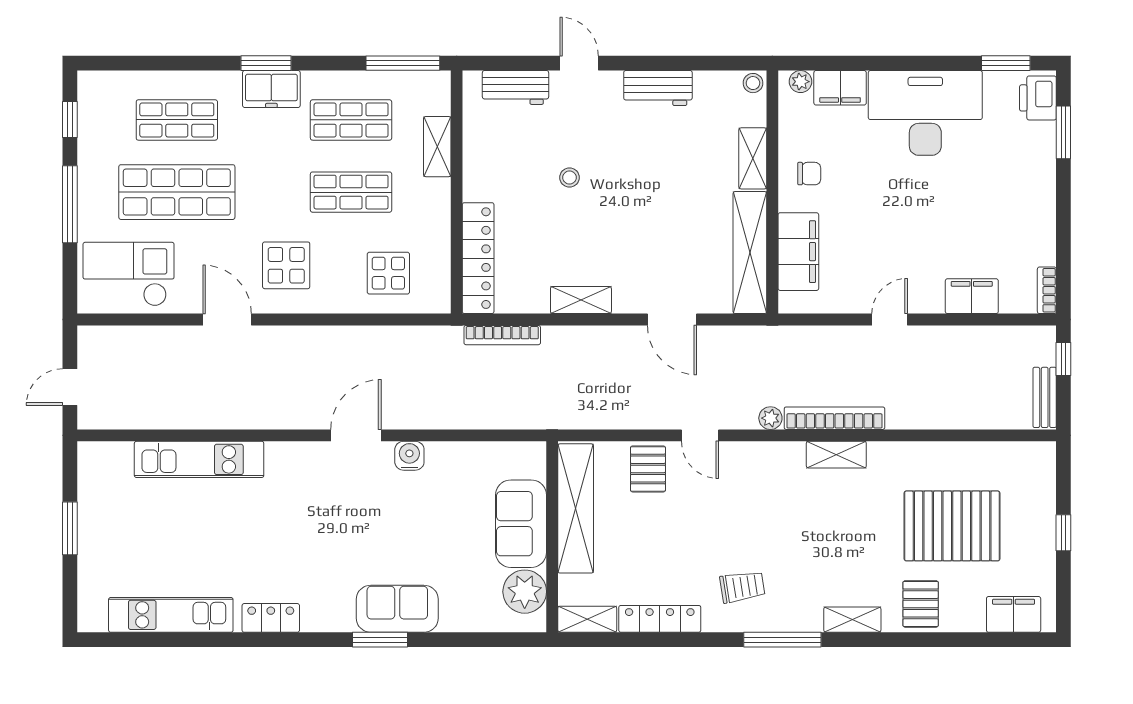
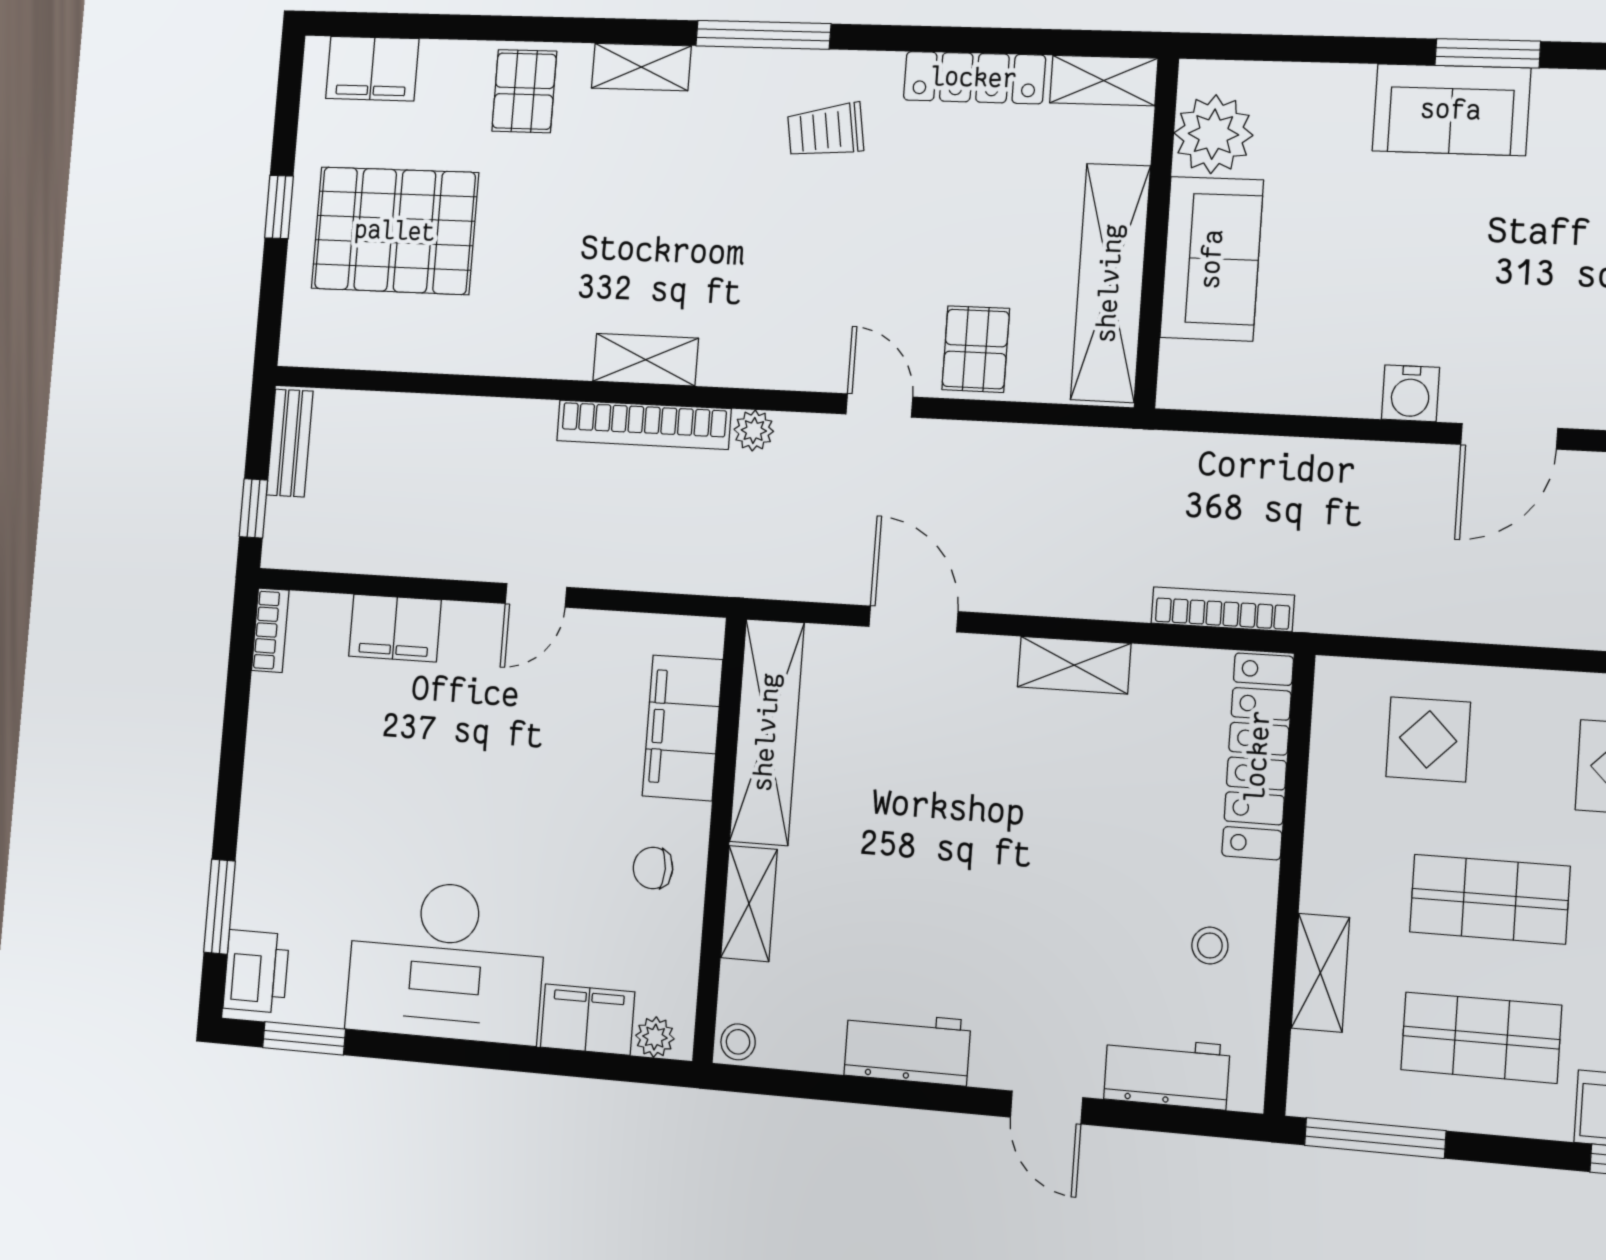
stool: (569, 178) -> (1210, 945), moved
pallet: (952, 526) -> (395, 231), moved

